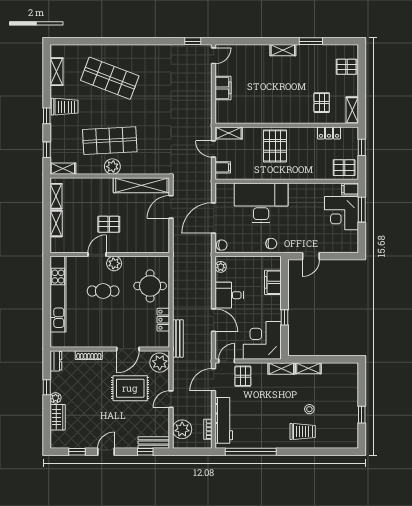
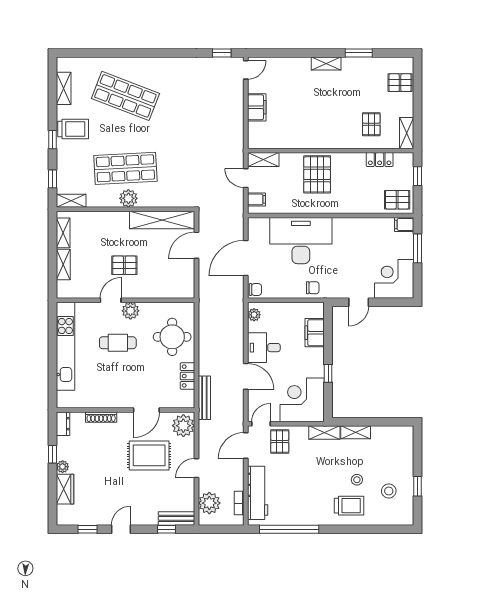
corner desk: (342, 213) -> (394, 279), moved, turned 90
stool: (337, 419) -> (389, 491), added

